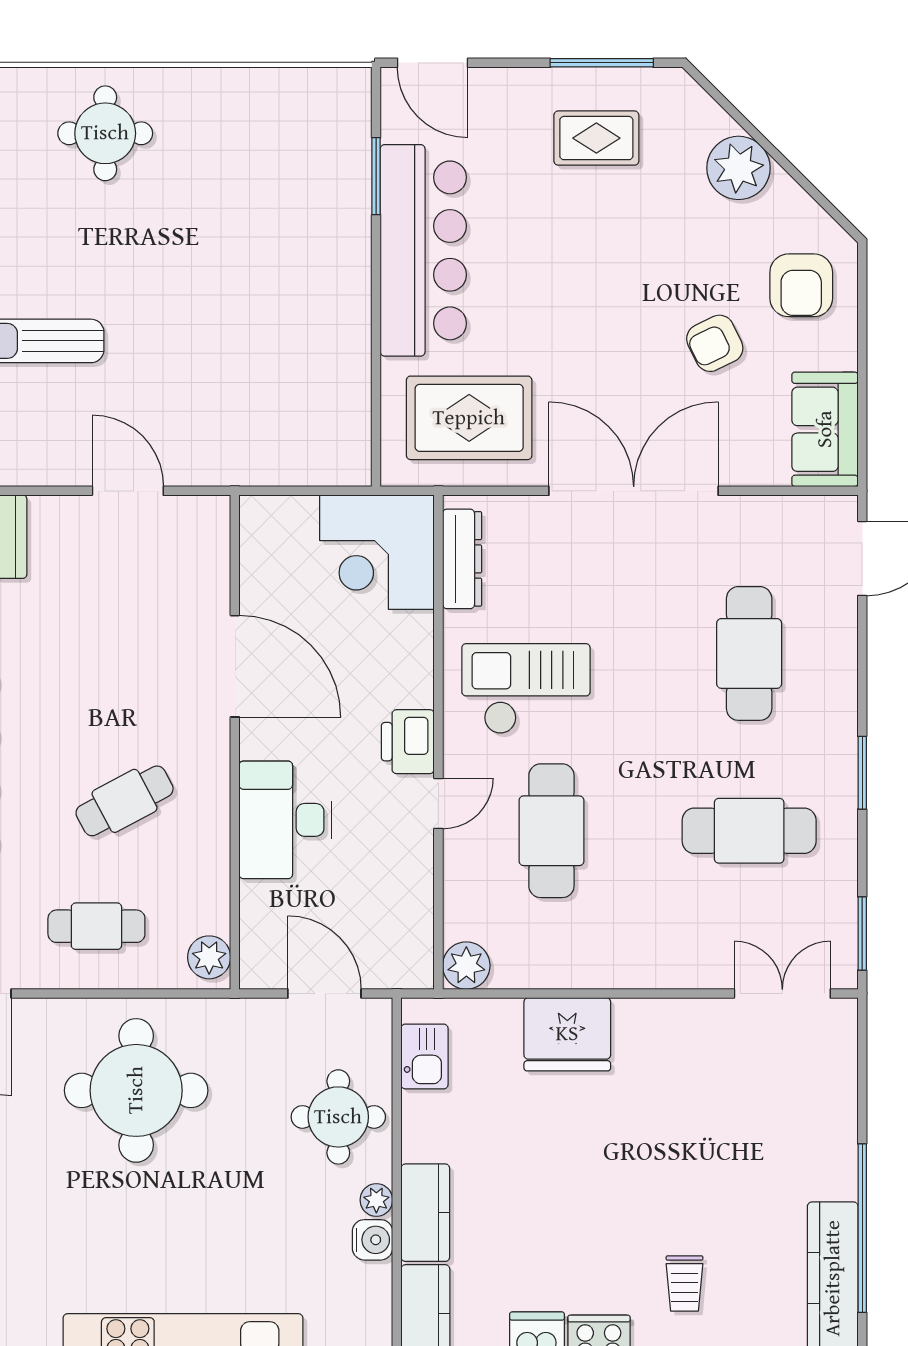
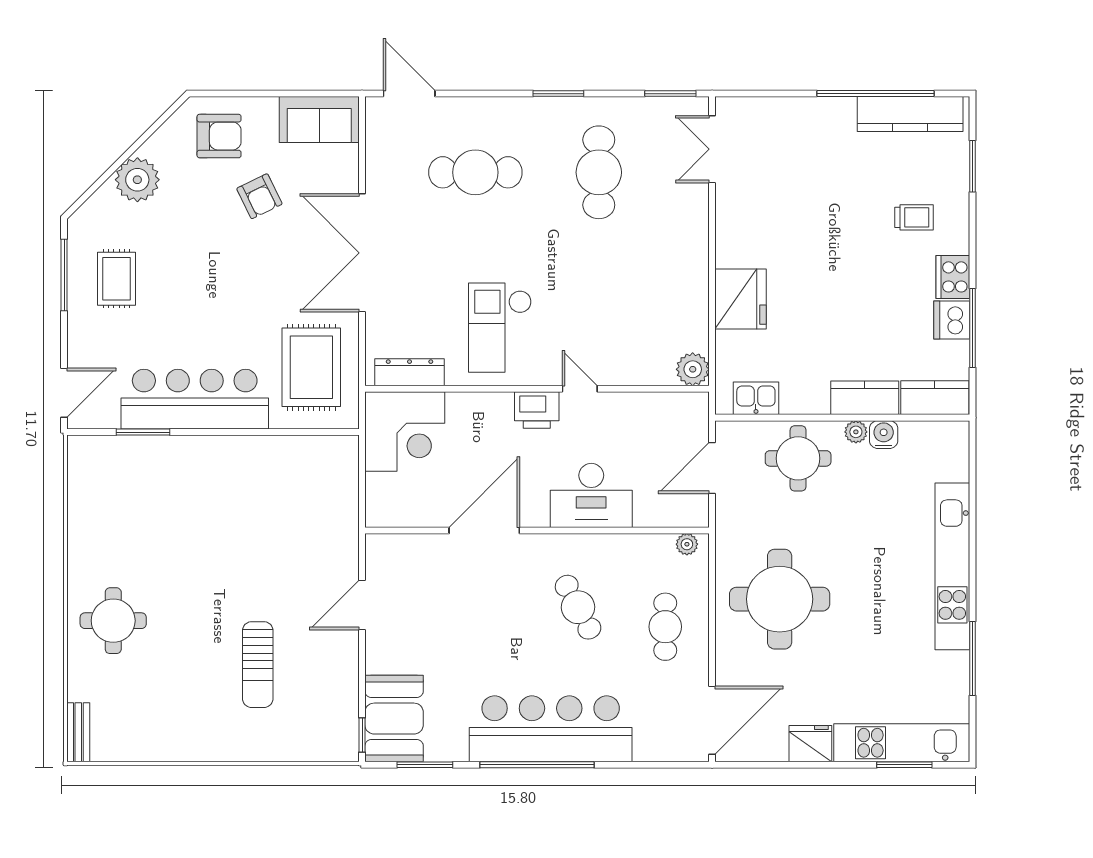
cafe table: (551, 831) -> (599, 310), removed
plant: (209, 957) -> (687, 544), width x0.73, depth x0.73

